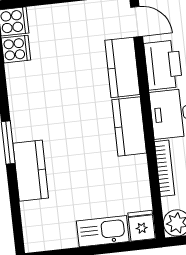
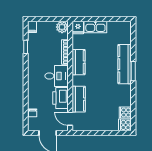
kitchen counter: (129, 126) -> (79, 62), moved
kitchen counter: (31, 171) -> (125, 64), width x1.50

